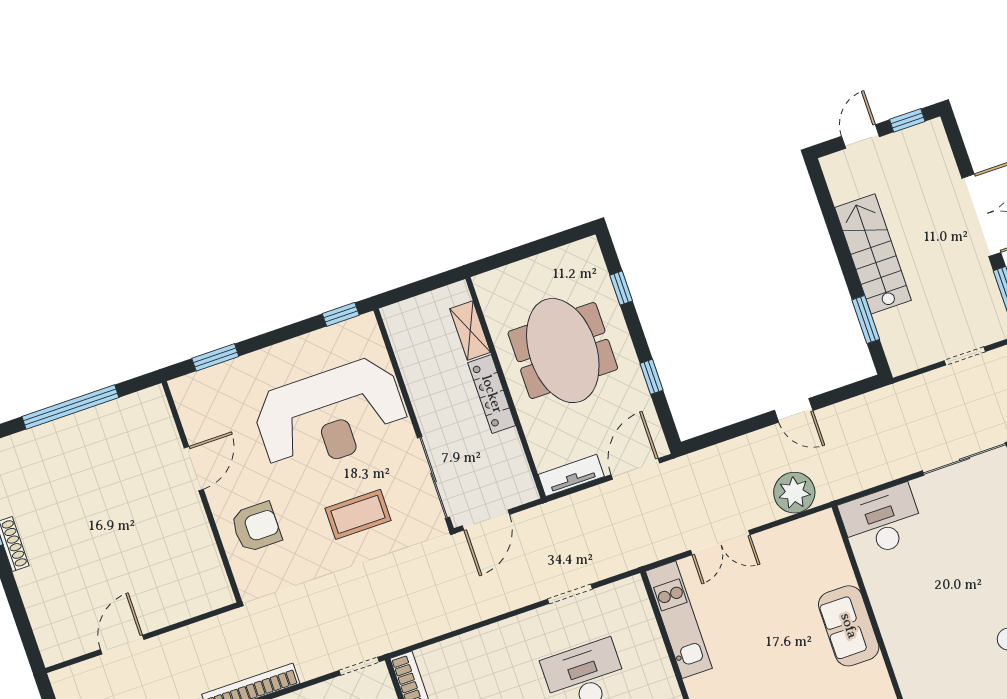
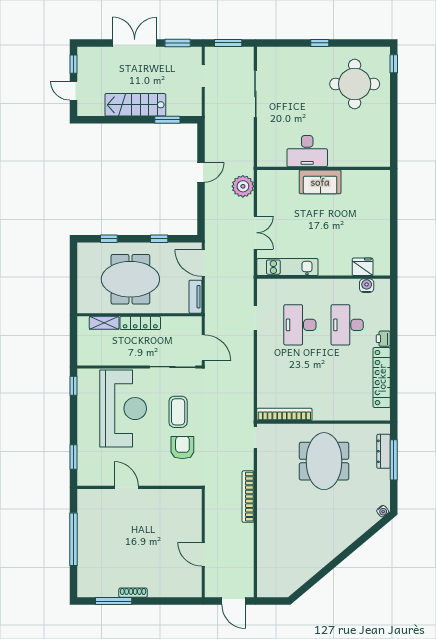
desk: (882, 521) -> (307, 151), moved, turned -90
armchair: (256, 527) -> (182, 448), moved

